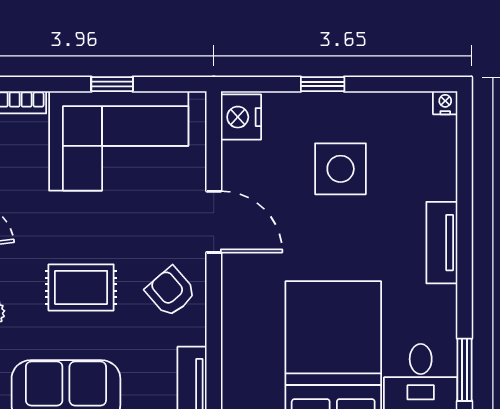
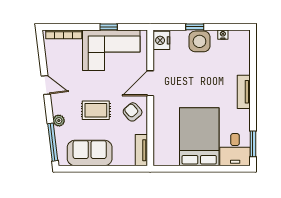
nightstand: (445, 103) -> (223, 35), moved
side table: (341, 169) -> (199, 41), moved
door: (214, 222) -> (150, 83), swing flipped

